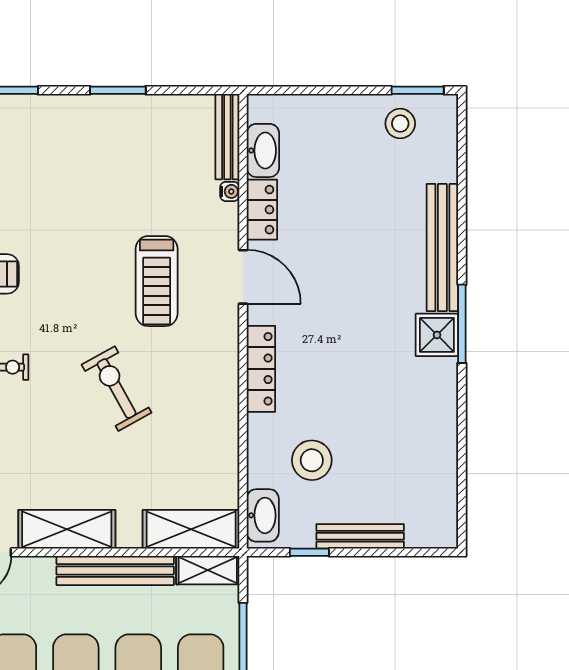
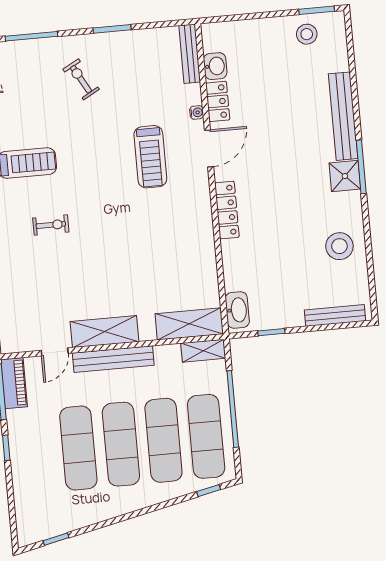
washbasin: (263, 150) -> (215, 66), width x0.72
water cooler: (230, 191) -> (197, 112), moved
door: (243, 277) -> (209, 148), hinge flipped
exercise bike: (117, 389) -> (81, 79), moved, width x0.73, depth x0.72
stool: (312, 460) -> (339, 246), moved
bench: (360, 536) -> (335, 315), moved
bench: (115, 570) -> (113, 359), moved

